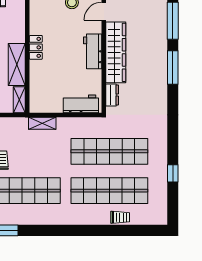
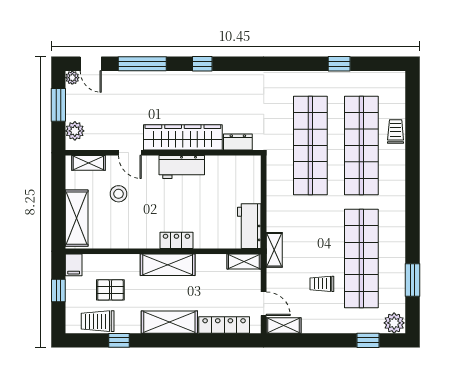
shelving: (17, 64) -> (168, 265), moved
window: (173, 67) -> (202, 64), width x0.46
workbench: (81, 104) -> (249, 226), moved
shelving: (42, 123) -> (274, 250), moved

